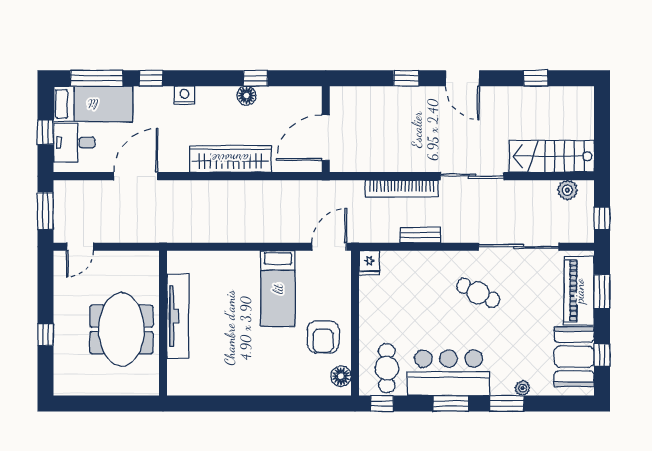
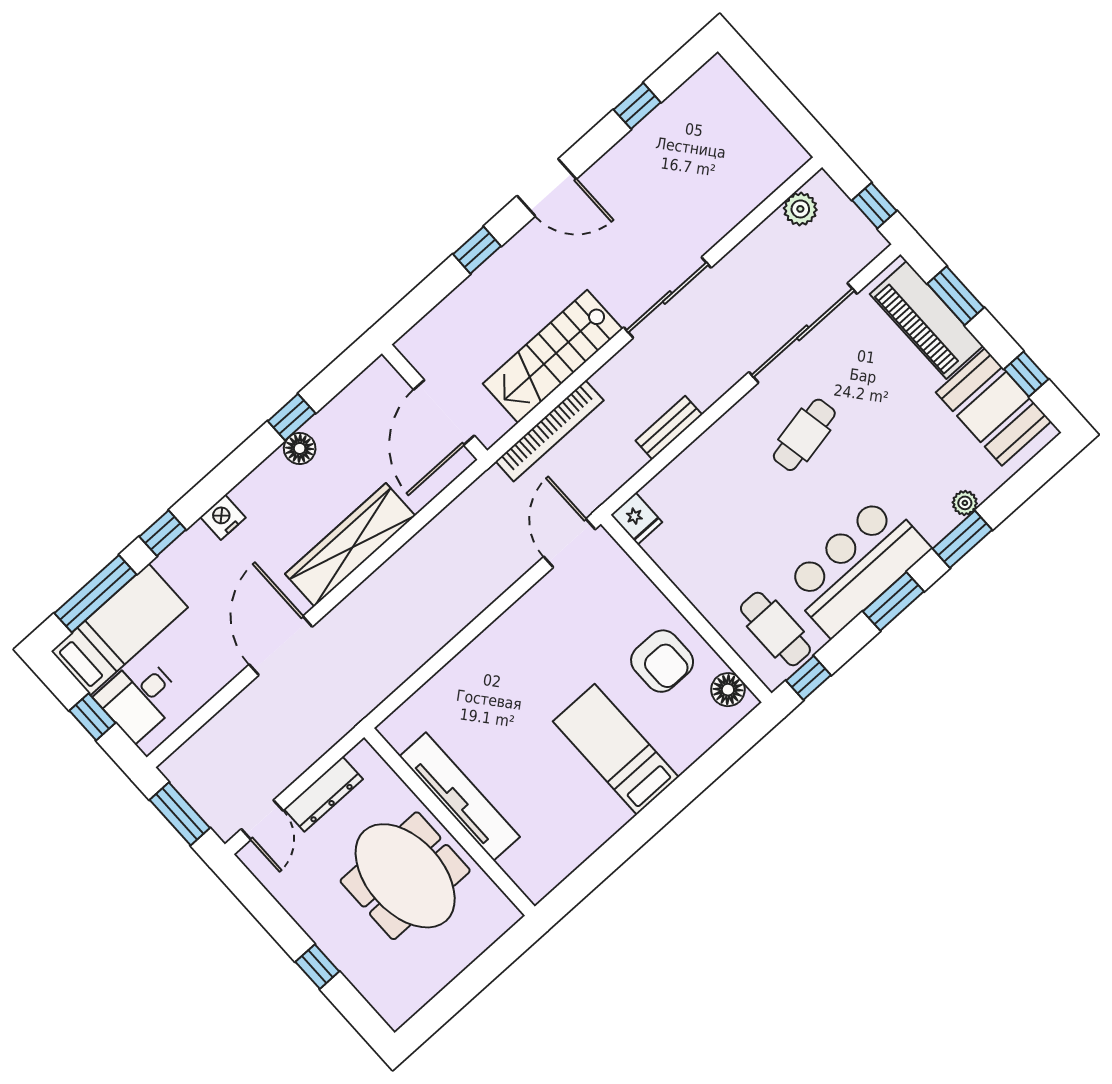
stairs: (552, 156) -> (553, 356), moved
door: (136, 176) -> (281, 646), moved
bookcase: (402, 188) -> (550, 431), moved
dresser: (118, 260) -> (323, 794), added
bed: (278, 289) -> (616, 749), moved, turned 180
cafe table: (478, 293) -> (804, 435), turned -37

